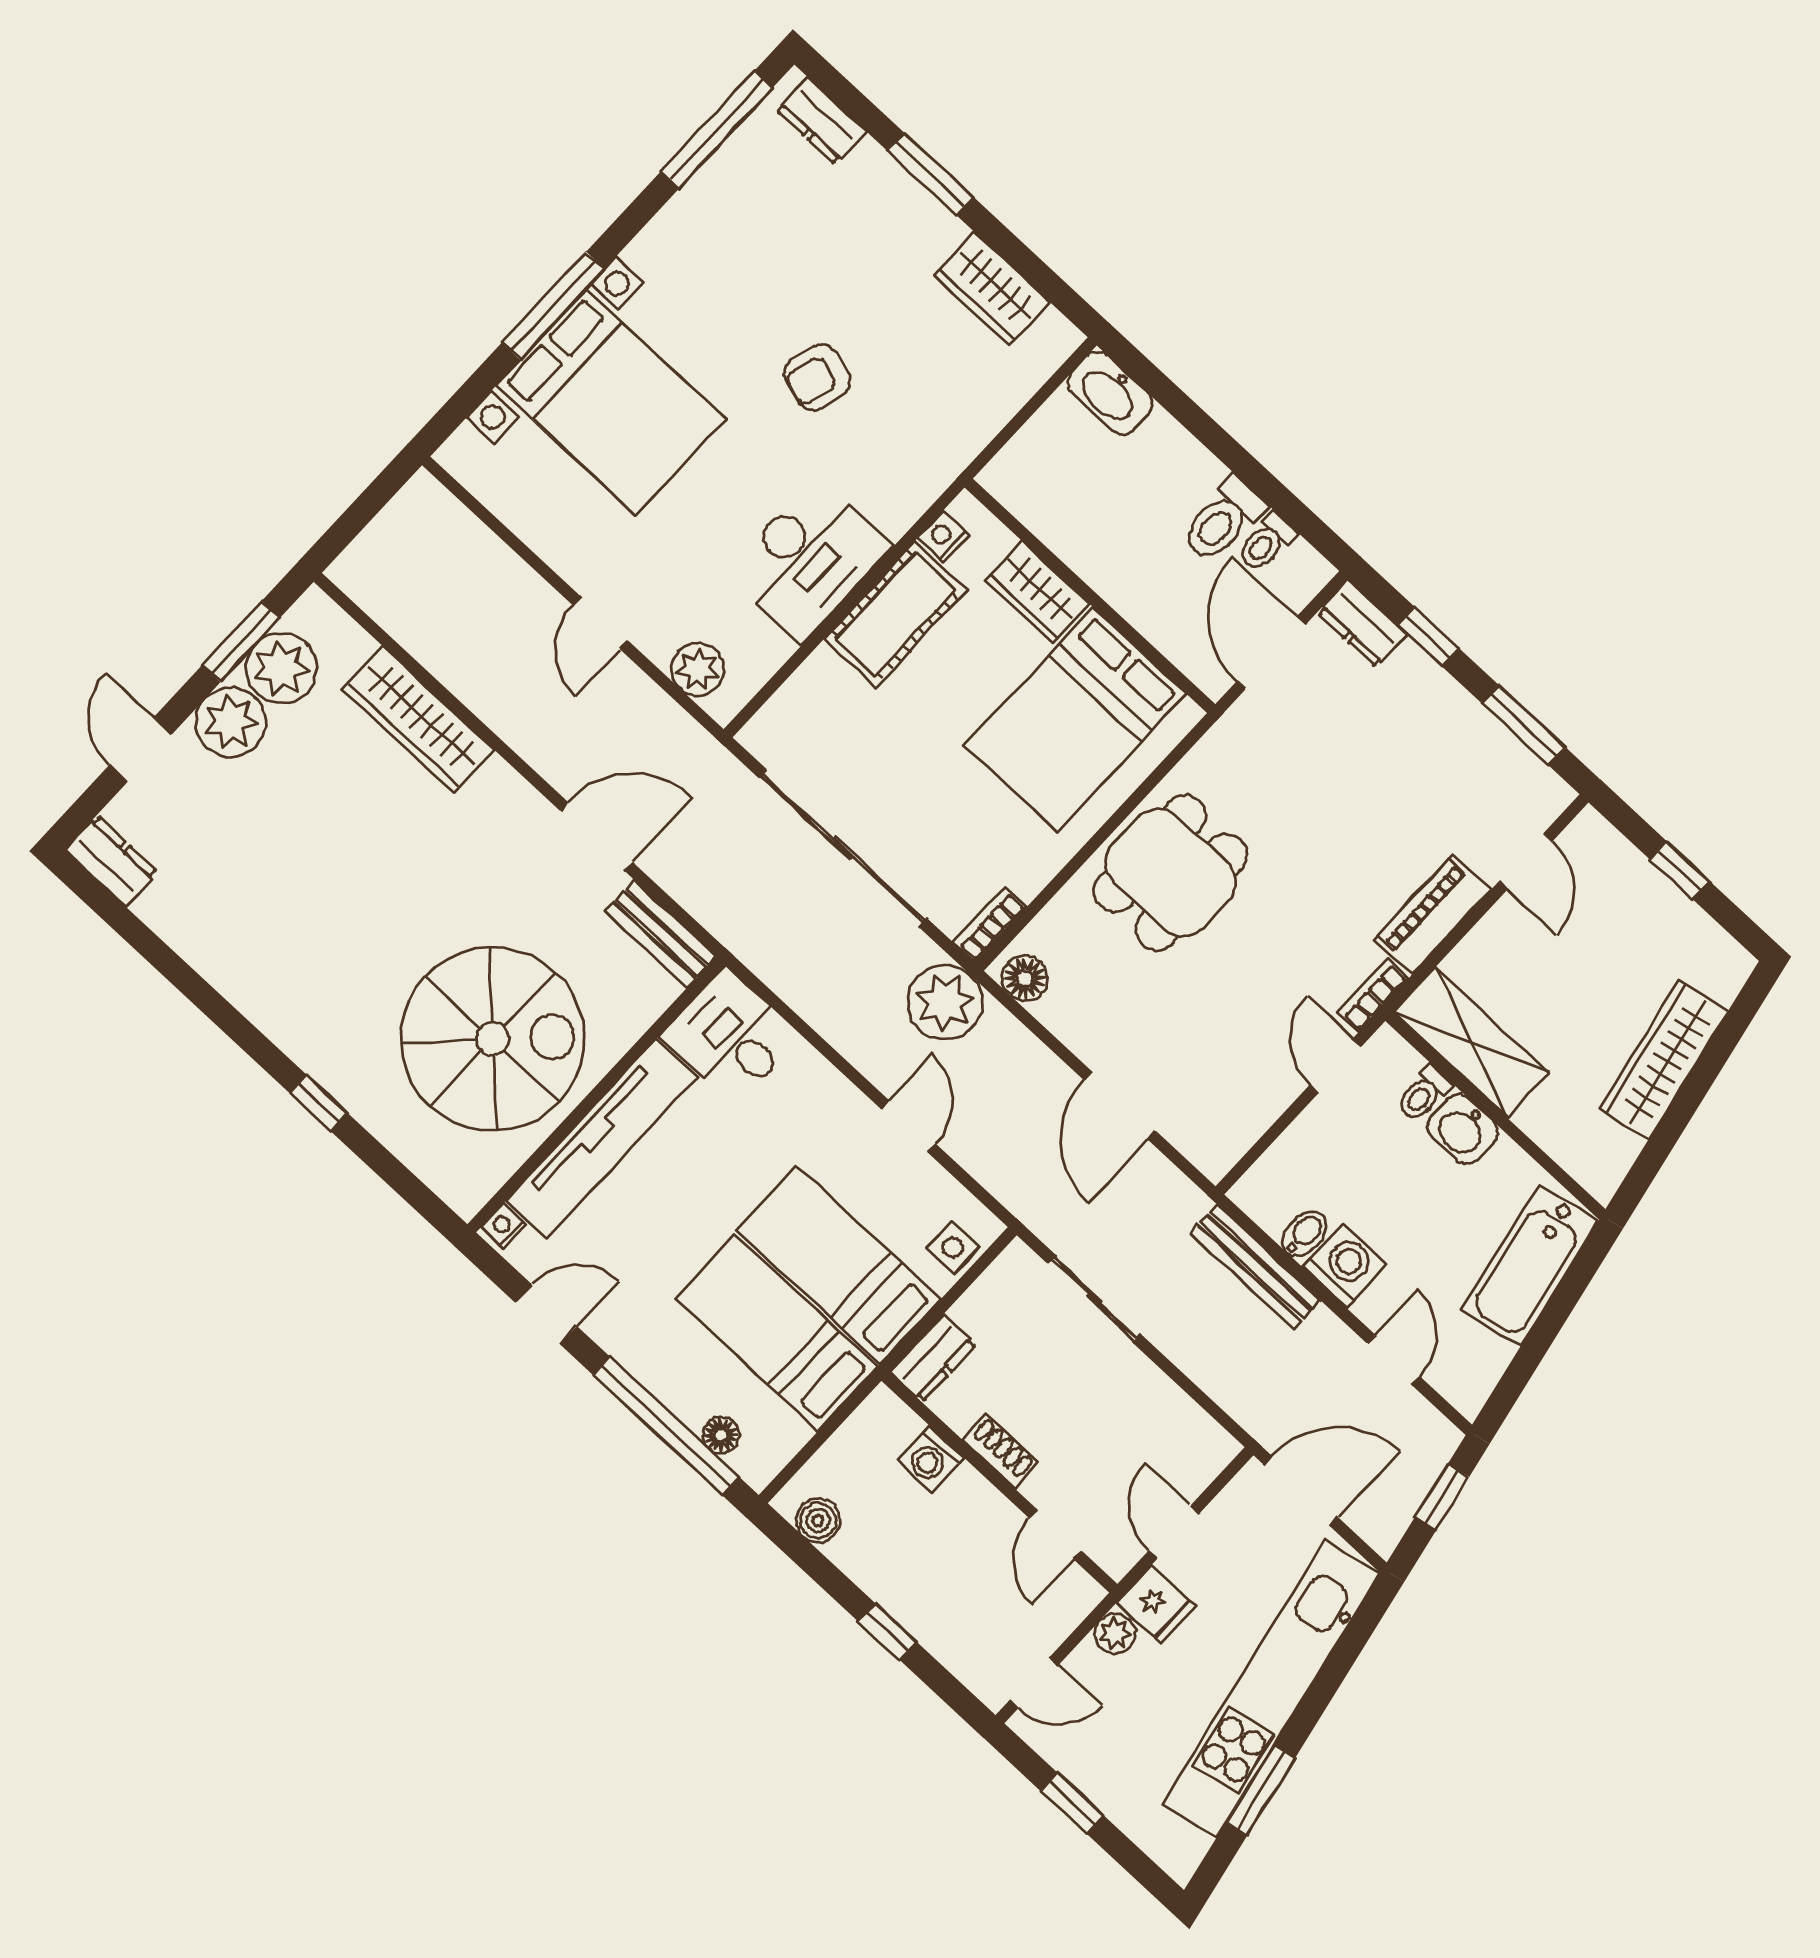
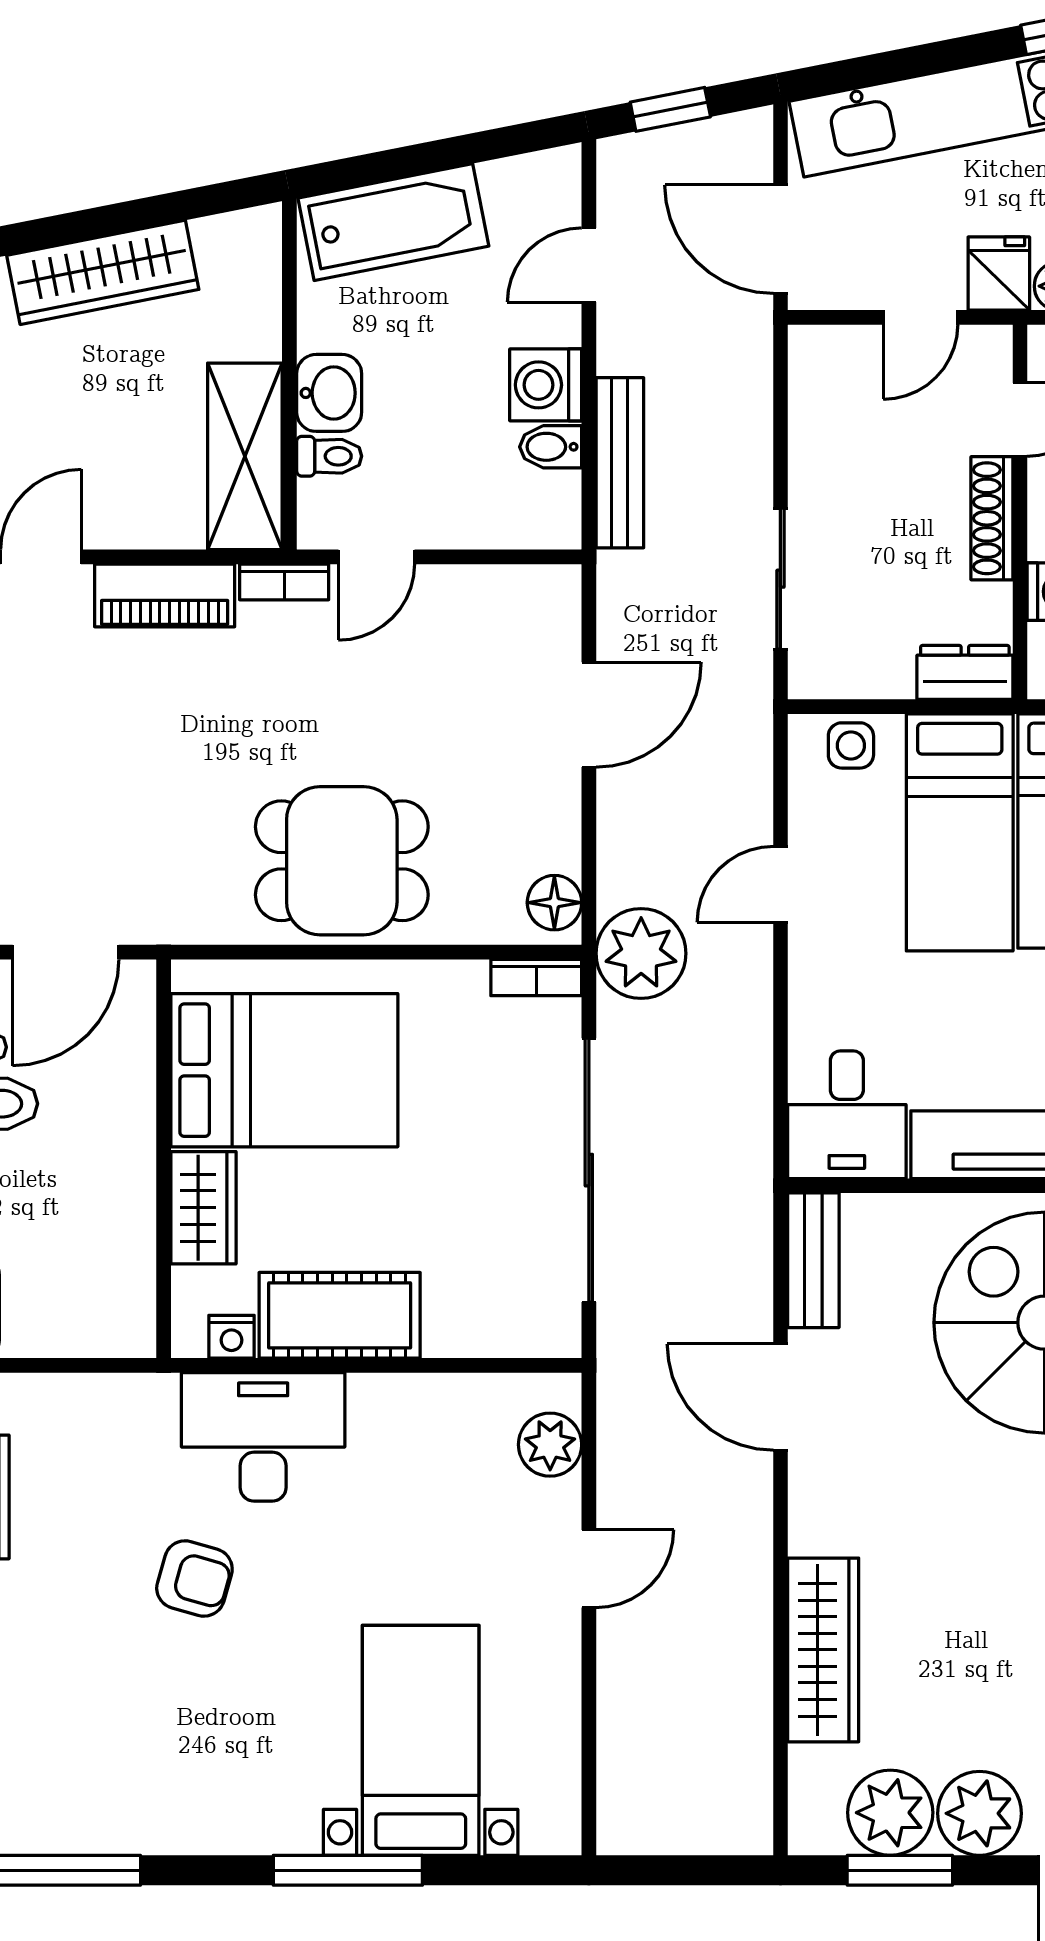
bed with nightstands: (611, 402) -> (421, 1740), width x0.73
desk: (808, 560) -> (263, 1437), moved
shoe rack: (1000, 1451) -> (992, 518), width x1.43

